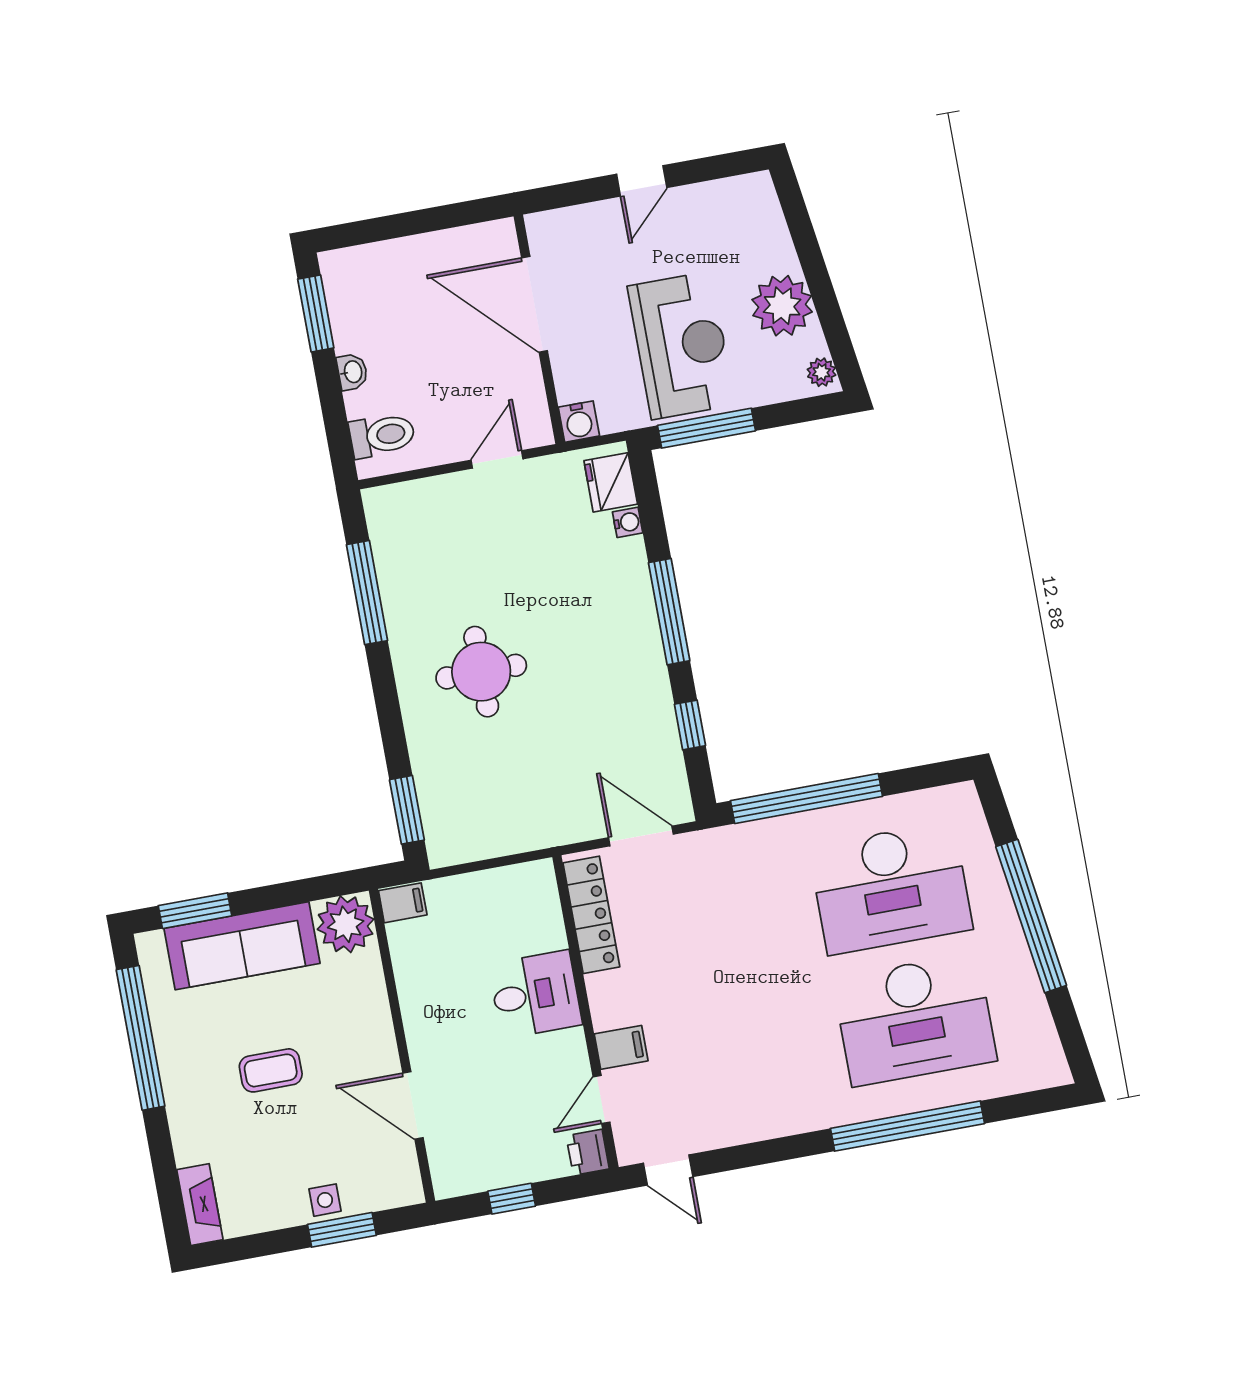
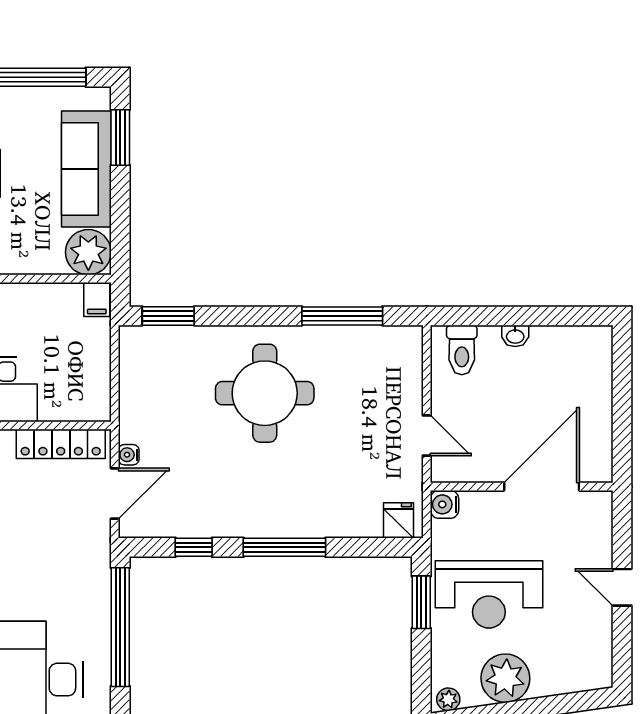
window: (316, 313) -> (566, 316), removed
window: (707, 428) -> (421, 602), width x0.69
fridge: (611, 482) -> (399, 520), width x0.72
water cooler: (628, 522) -> (129, 455), moved, turned 90
round table: (481, 672) -> (265, 393), width x1.36, depth x1.36

